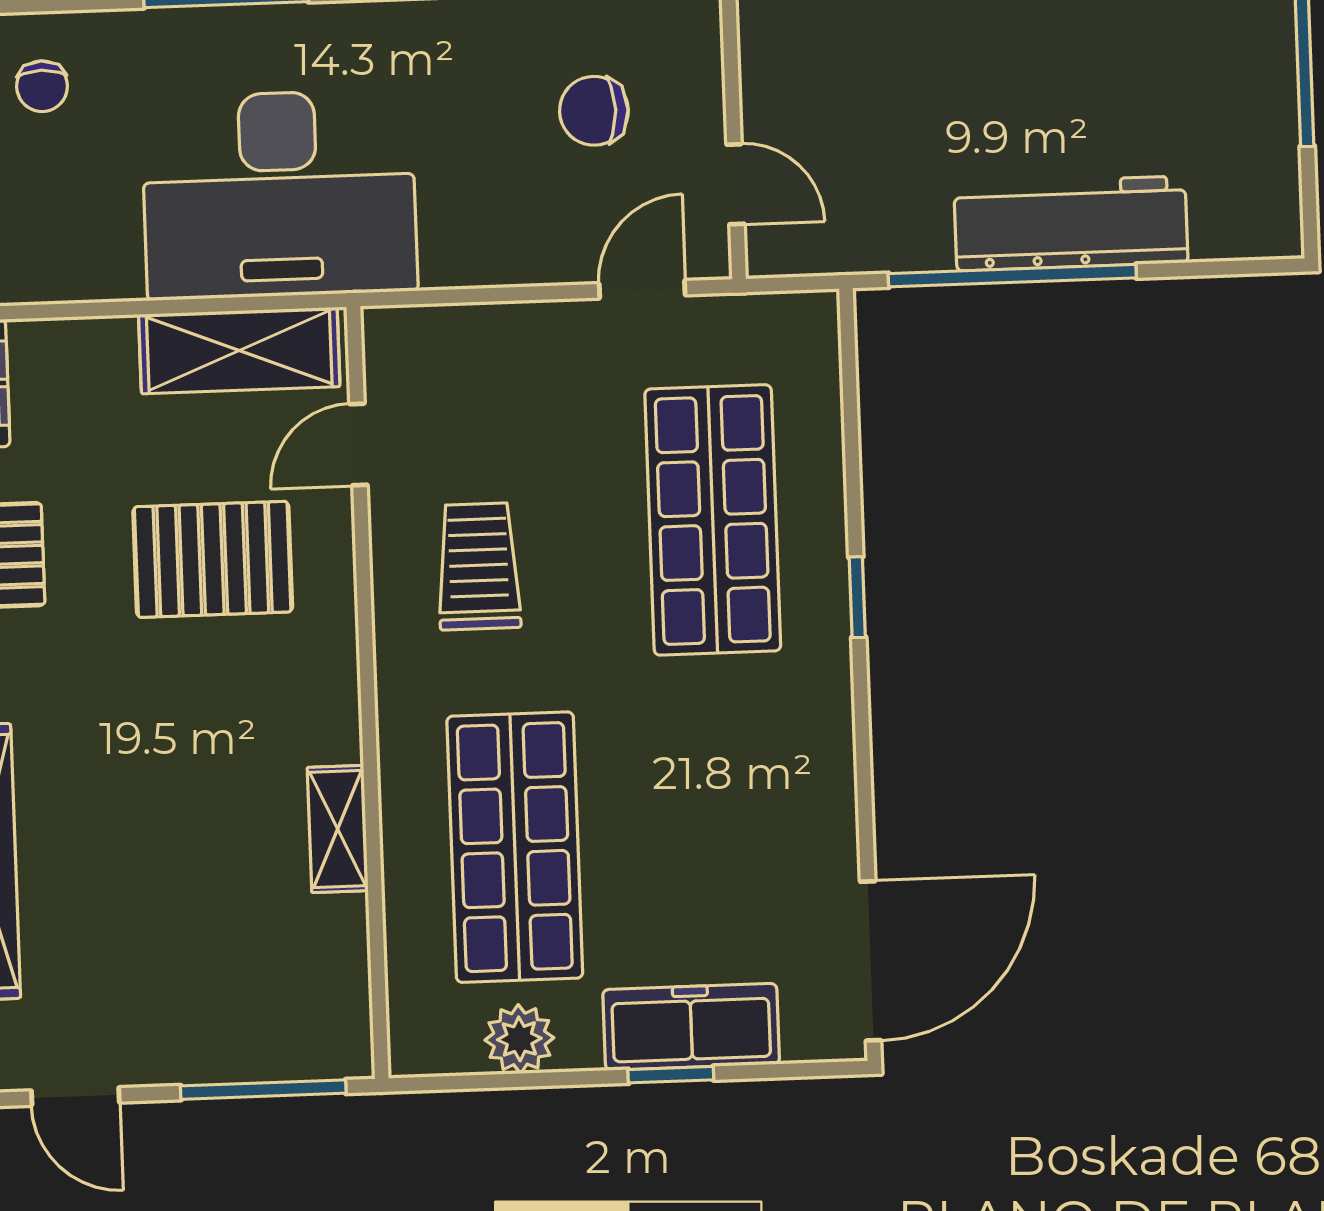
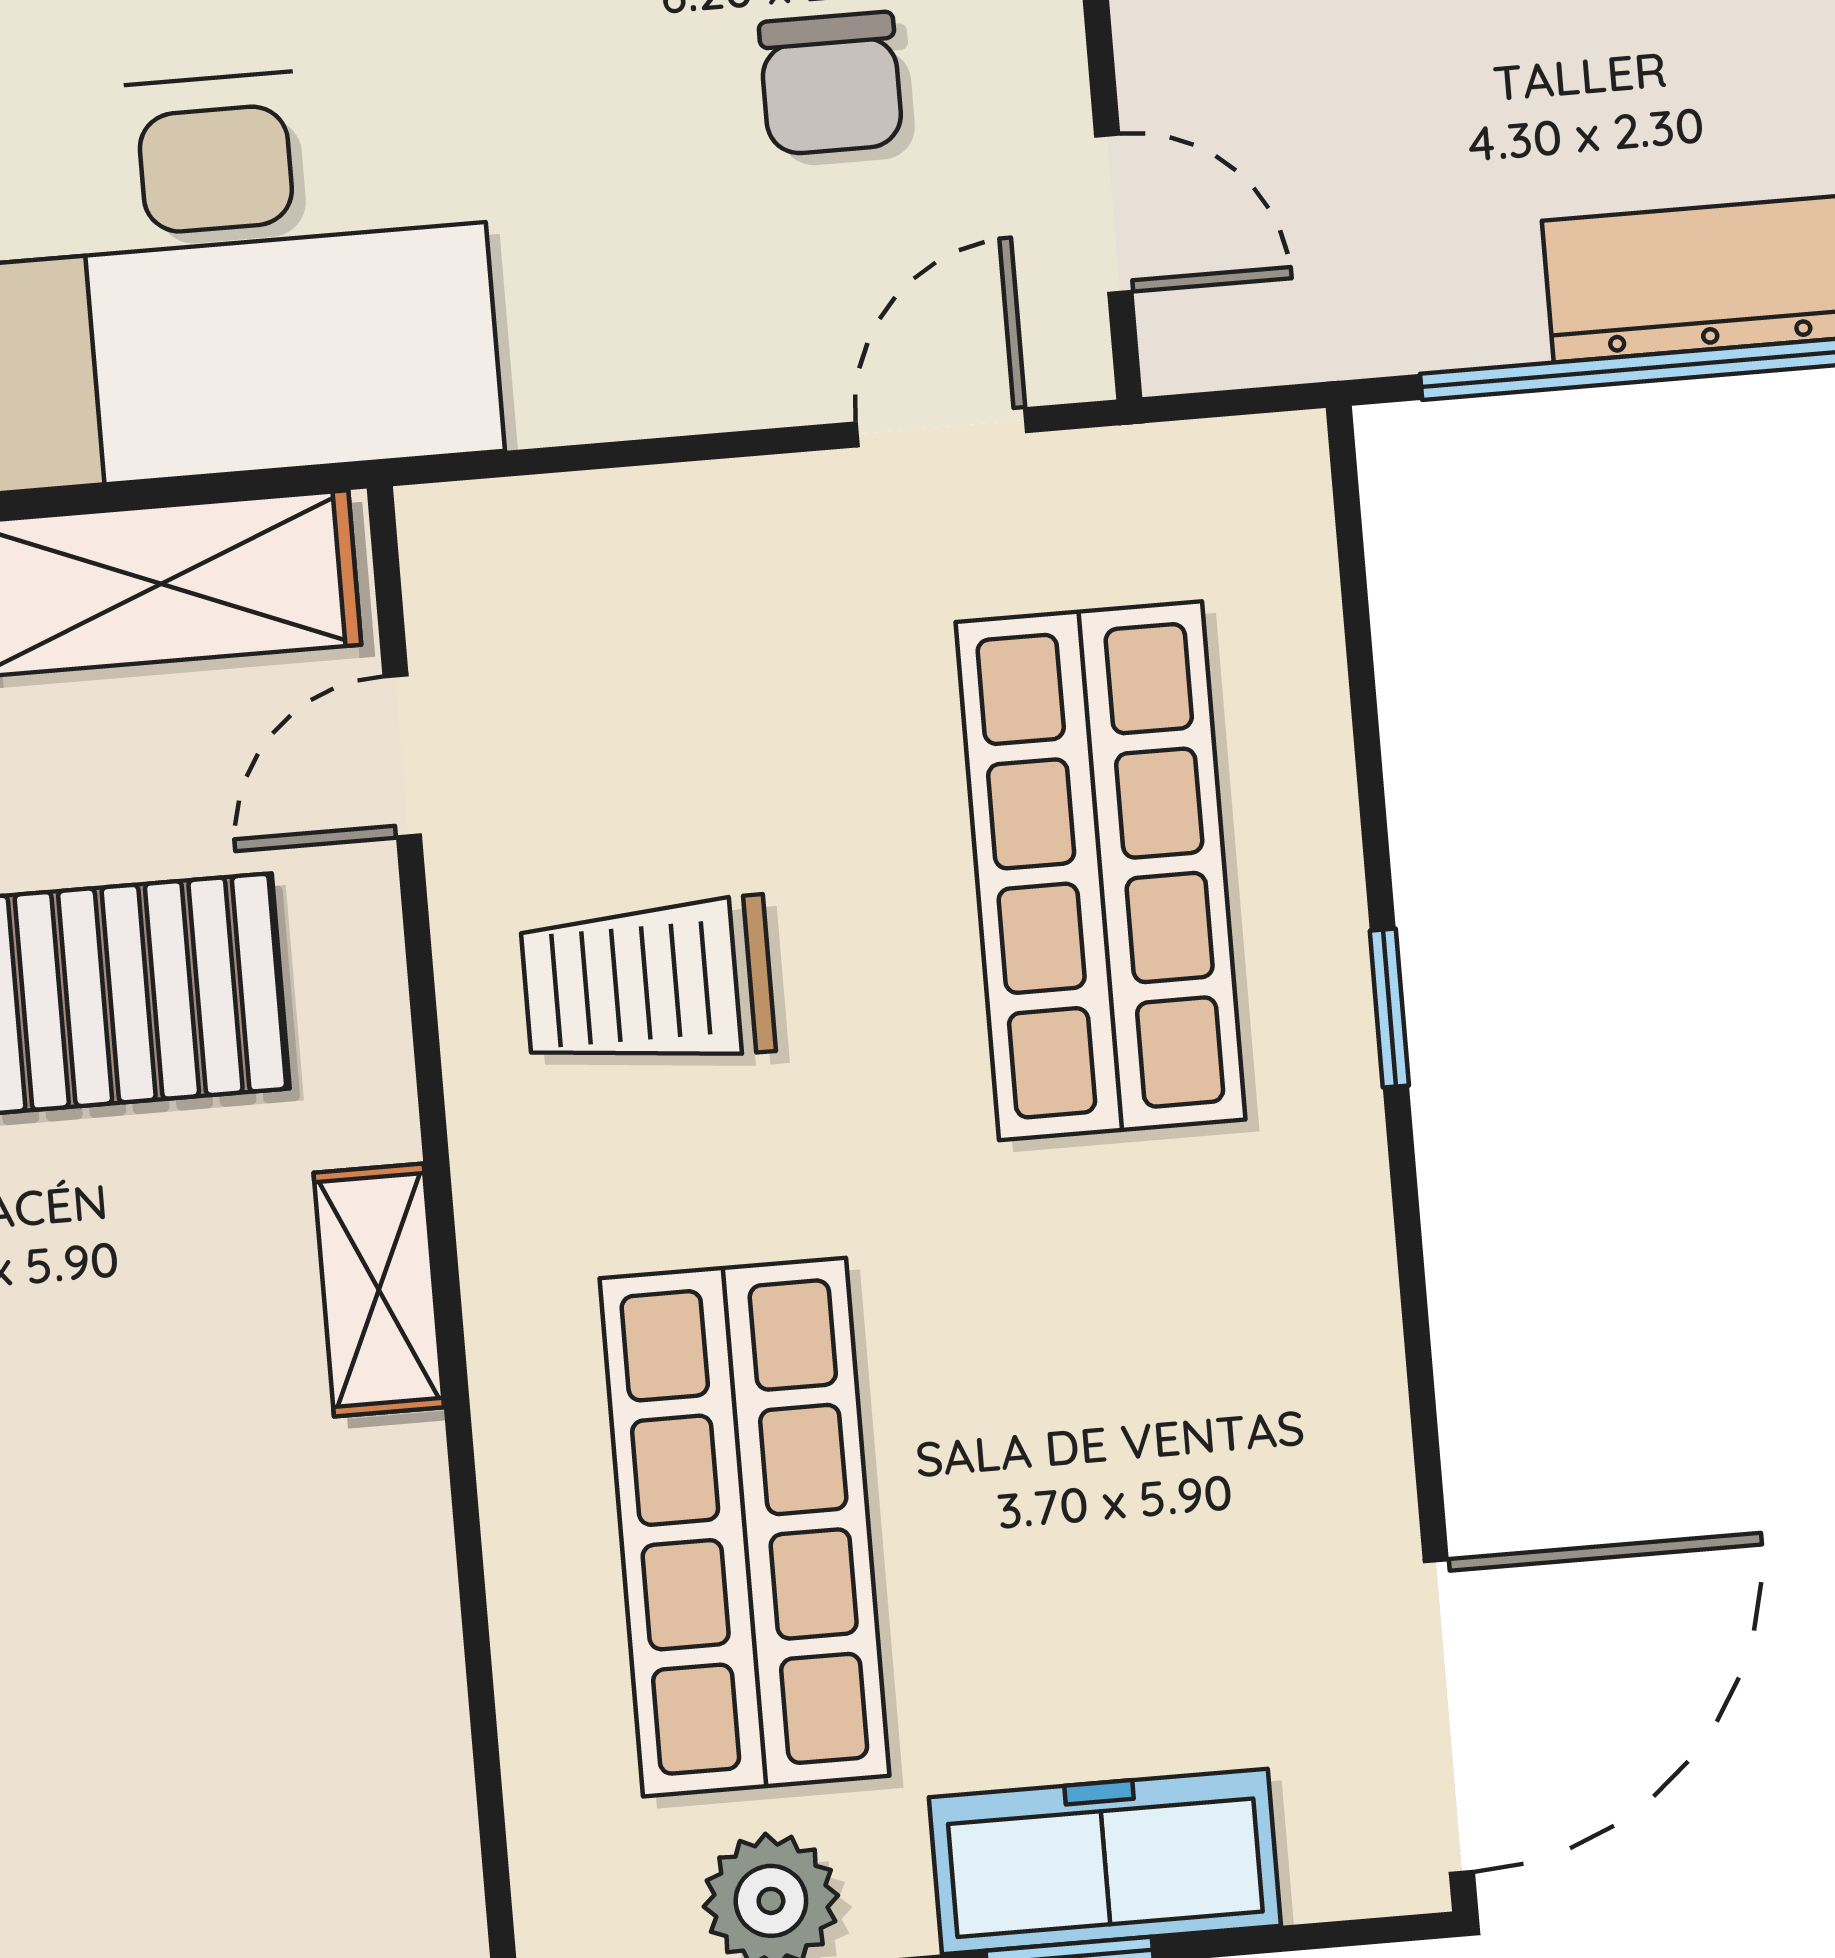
chair: (594, 111) -> (831, 83), turned -90
trolley: (478, 566) -> (648, 983), turned -90
shelving: (338, 829) -> (379, 1290), moved

